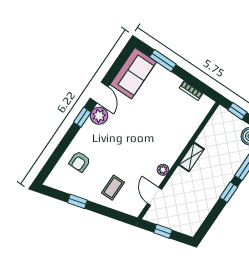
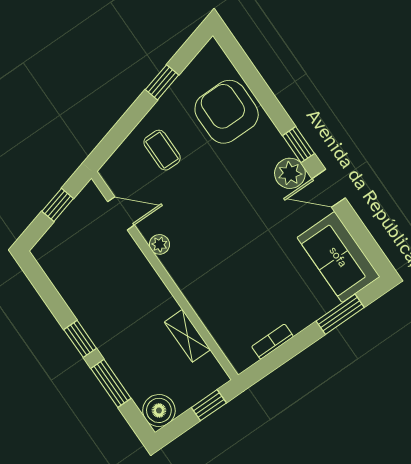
shelving: (191, 157) -> (187, 336), moved
armchair: (80, 162) -> (227, 112), width x1.88, depth x1.88

